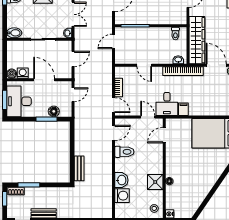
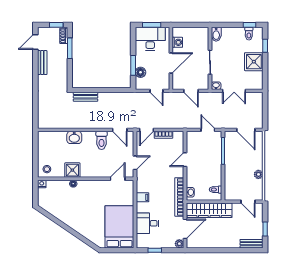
boiler: (12, 74) -> (177, 32), removed
desk: (167, 104) -> (148, 223), moved
door: (164, 135) -> (118, 179), hinge flipped
washing machine: (122, 196) -> (59, 138), removed

